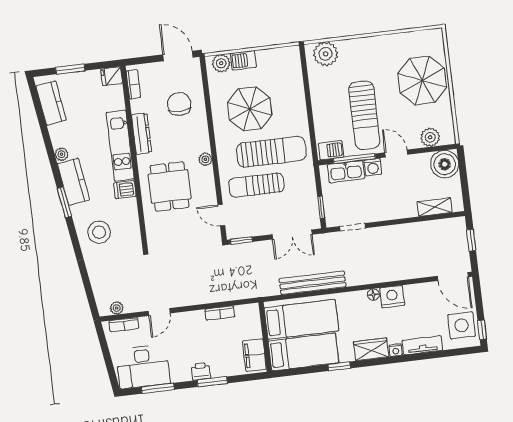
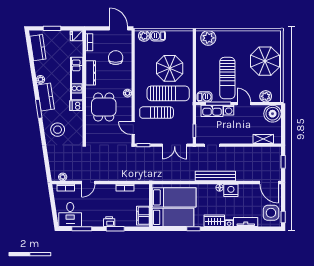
parasol: (250, 109) -> (170, 68), moved
bench: (313, 283) -> (215, 176), moved
desk: (143, 367) -> (70, 215), width x0.73

